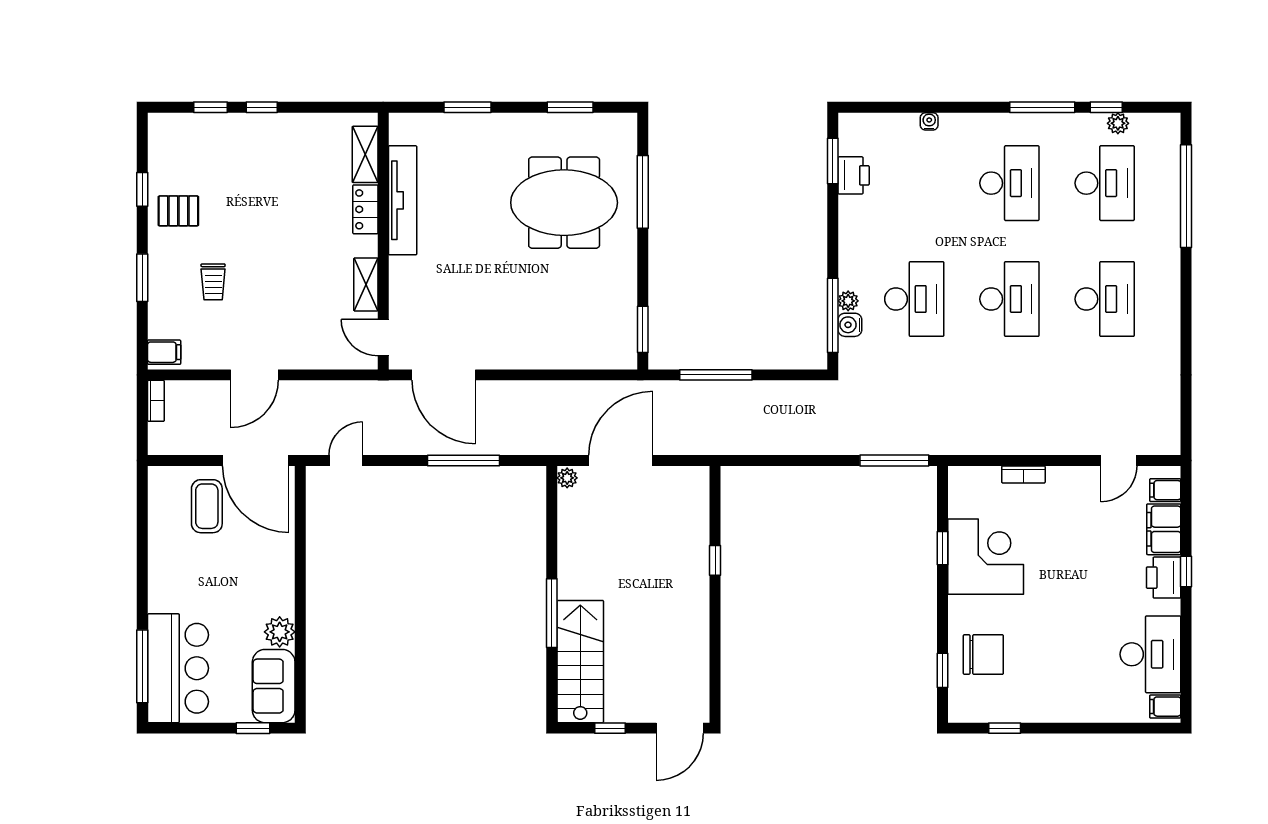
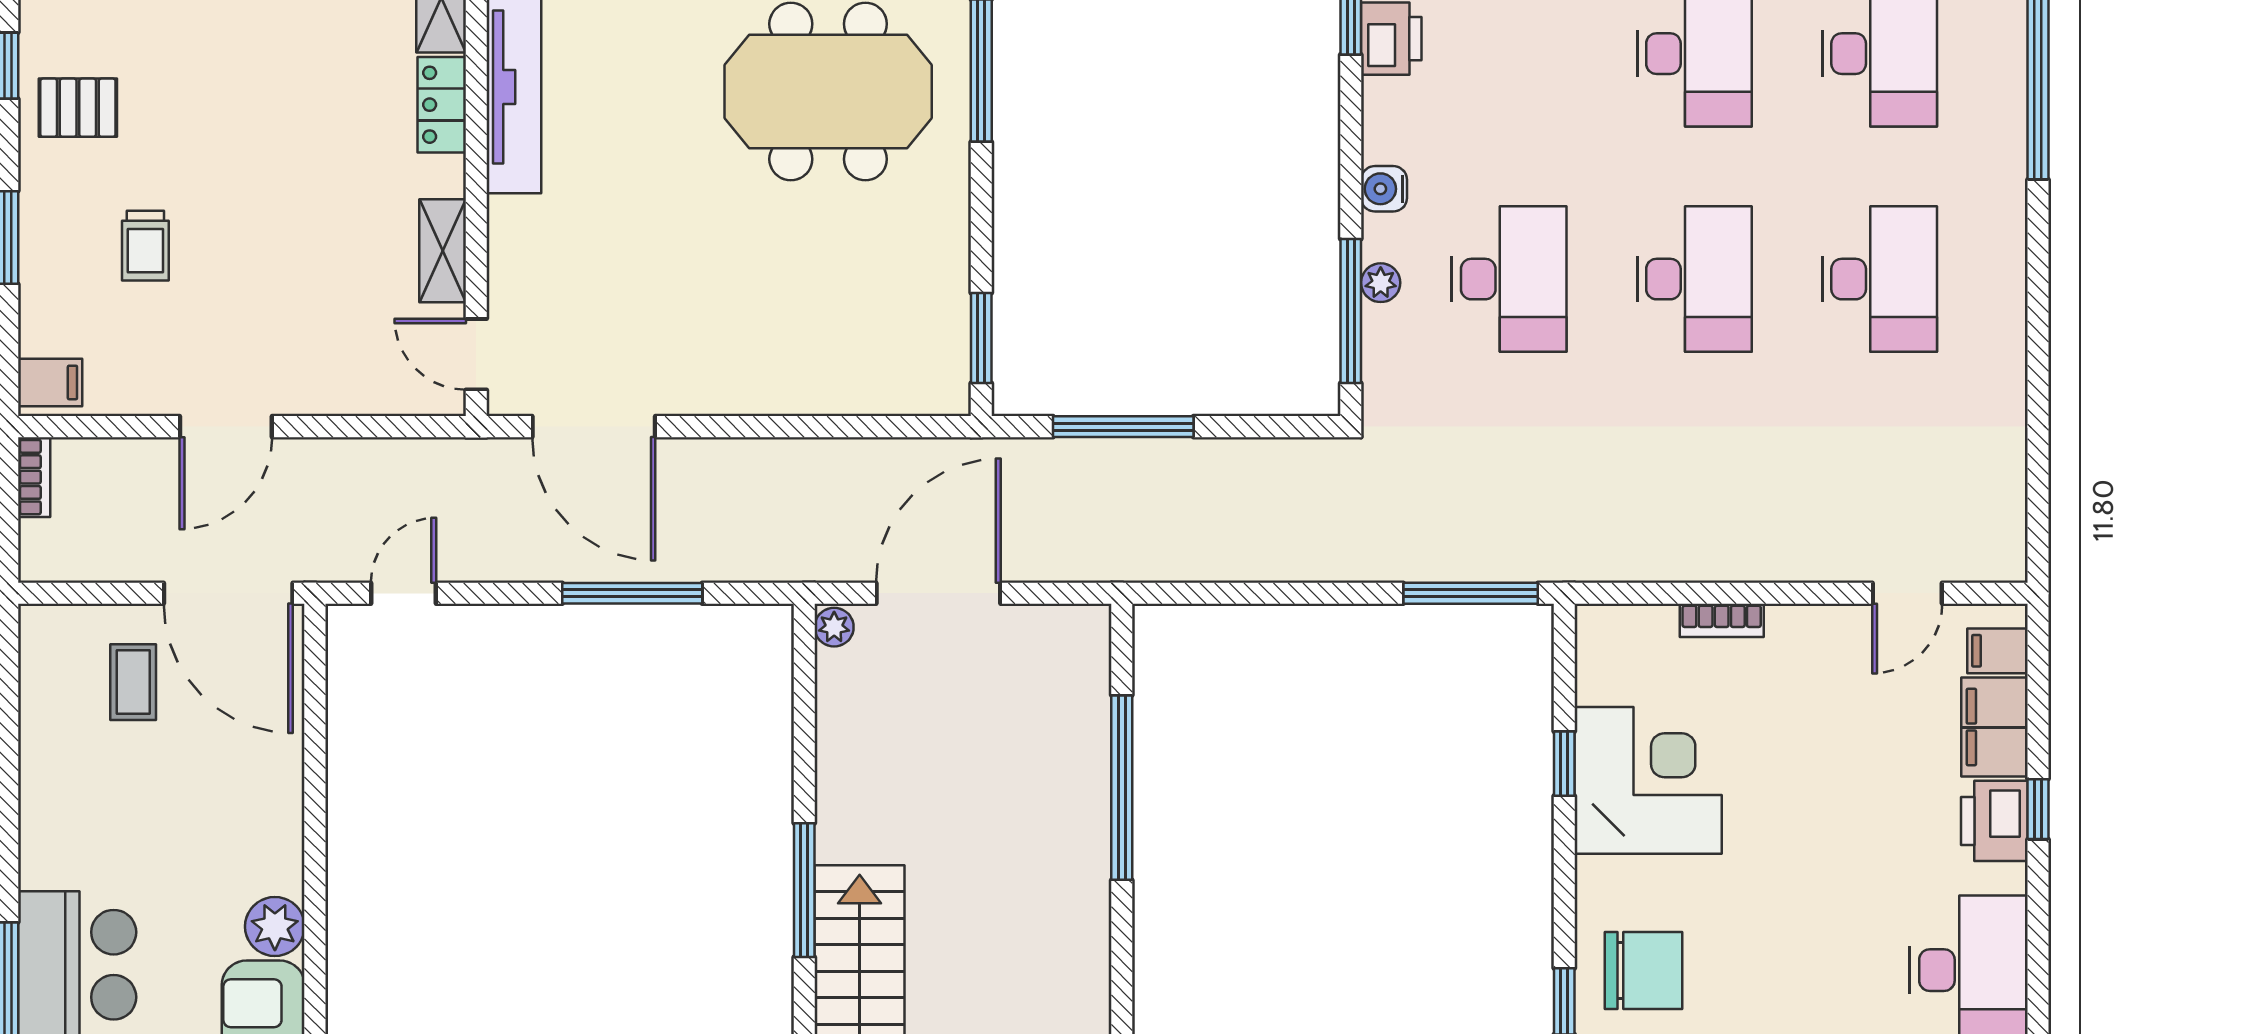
water cooler: (850, 325) -> (1384, 189), moved
coffee table: (207, 506) -> (133, 682), width x0.73, depth x0.77
window: (715, 560) -> (1122, 788), width x3.17

